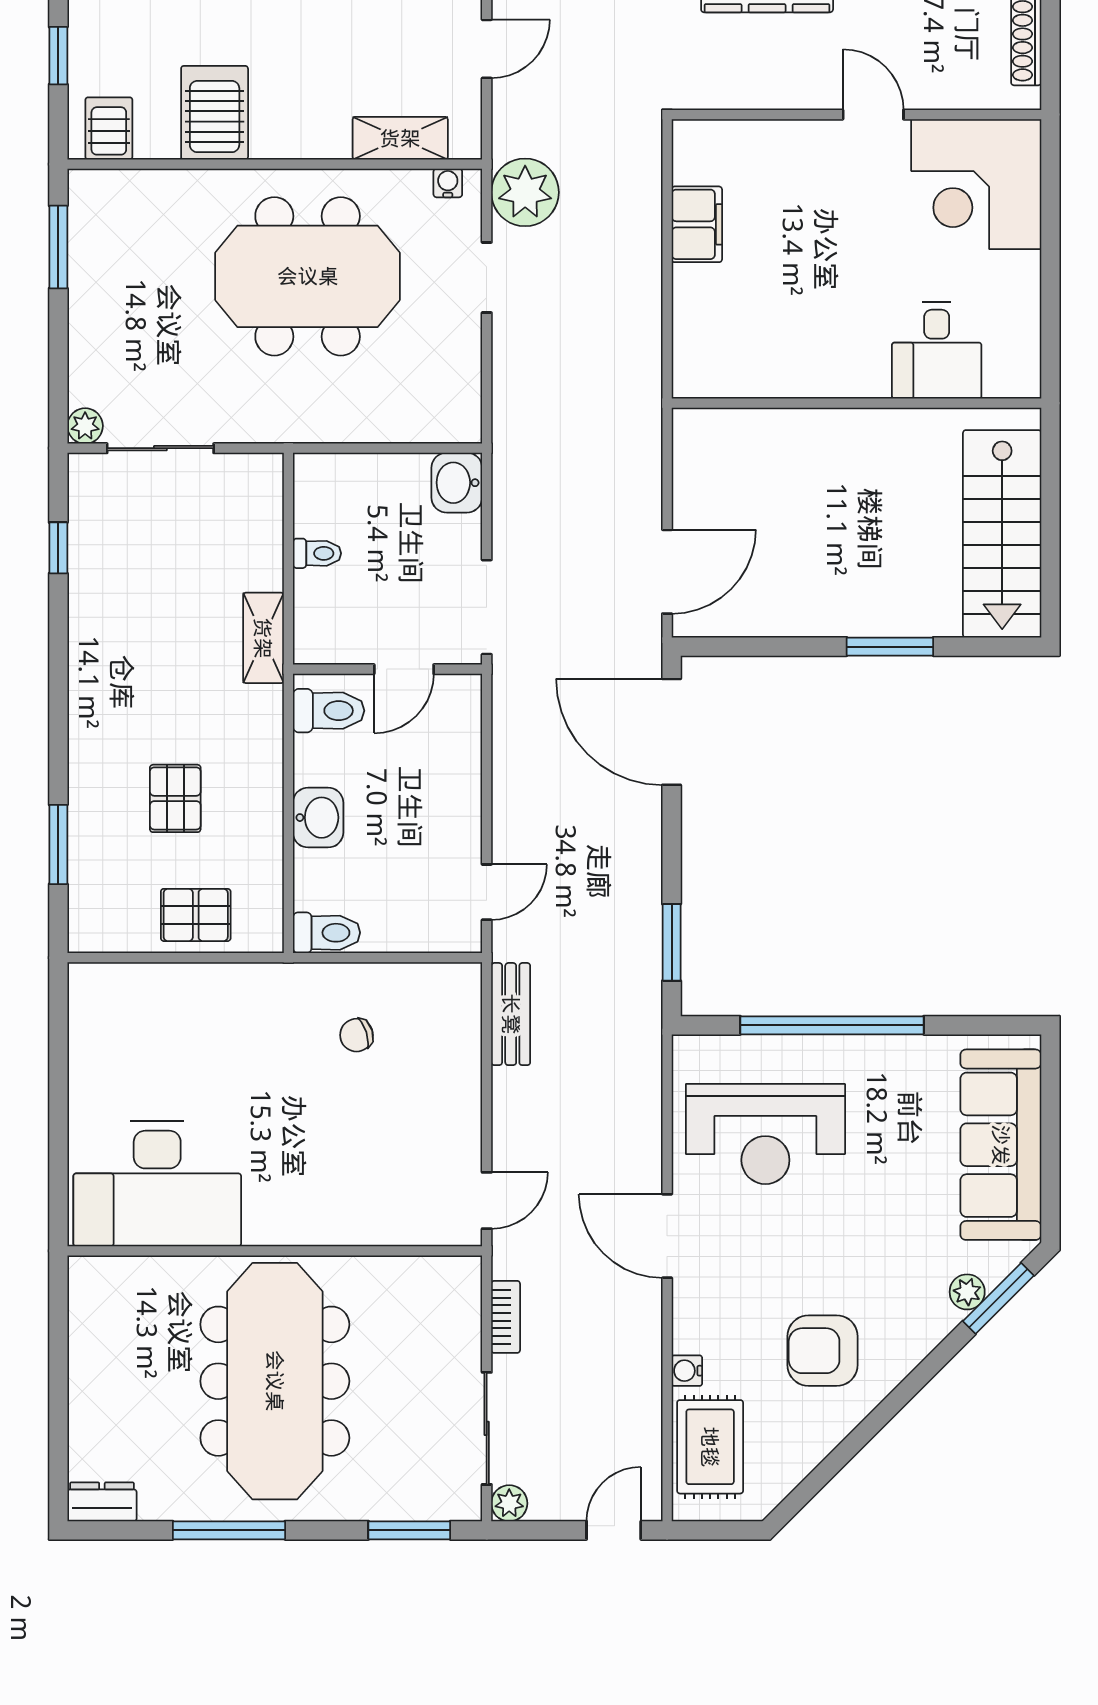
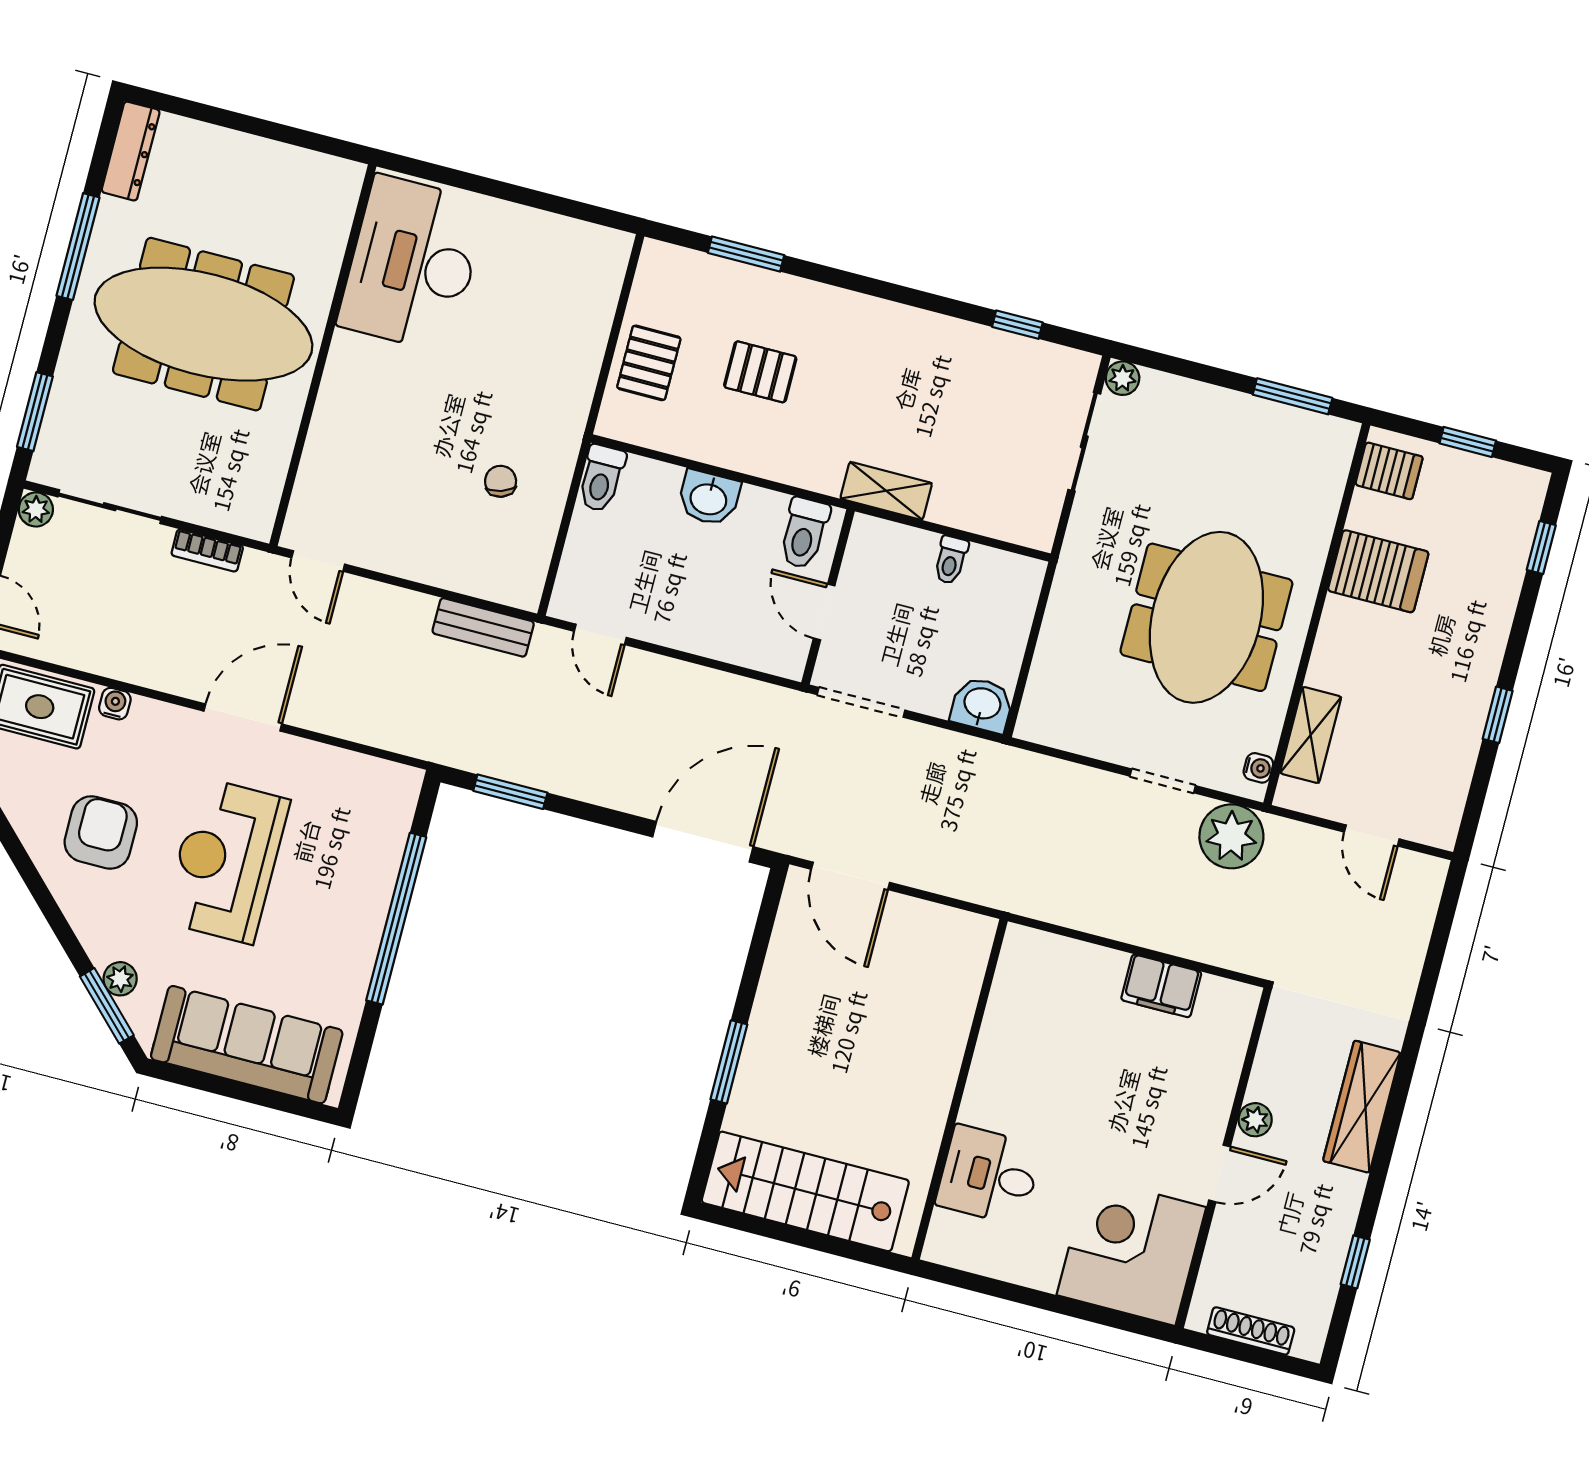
plant: (809, 93) -> (1255, 1120), added
reception desk: (765, 1134) -> (226, 861), moved
dresser: (102, 1502) -> (131, 151), width x1.44

